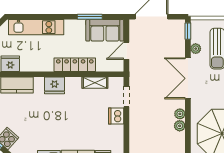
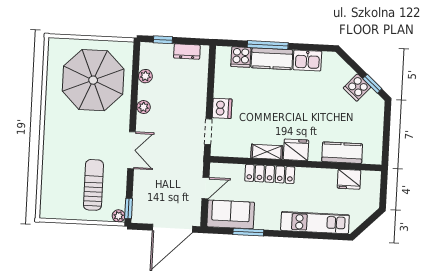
plant: (196, 49) -> (119, 216), moved
double door: (188, 78) -> (132, 150), width x0.73
shelving: (95, 83) -> (267, 152), moved
plant: (180, 126) -> (145, 76), moved

